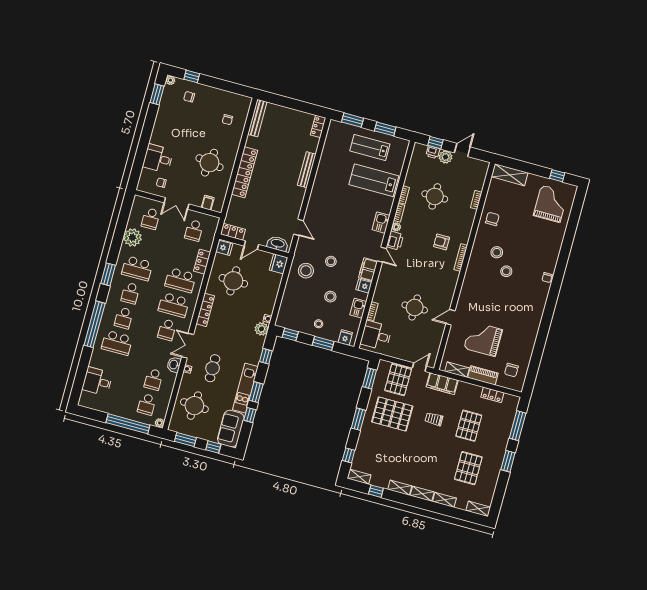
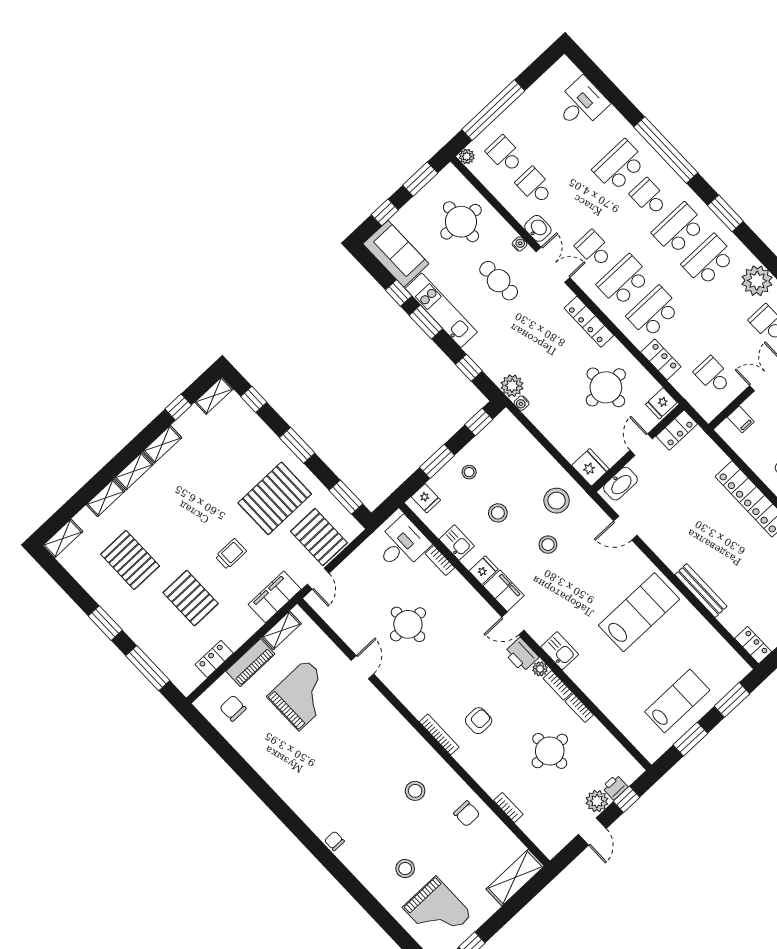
lab bench: (374, 180) -> (639, 612), moved
stool: (506, 271) -> (405, 869), moved
school desk: (130, 293) -> (679, 229), width x1.85

